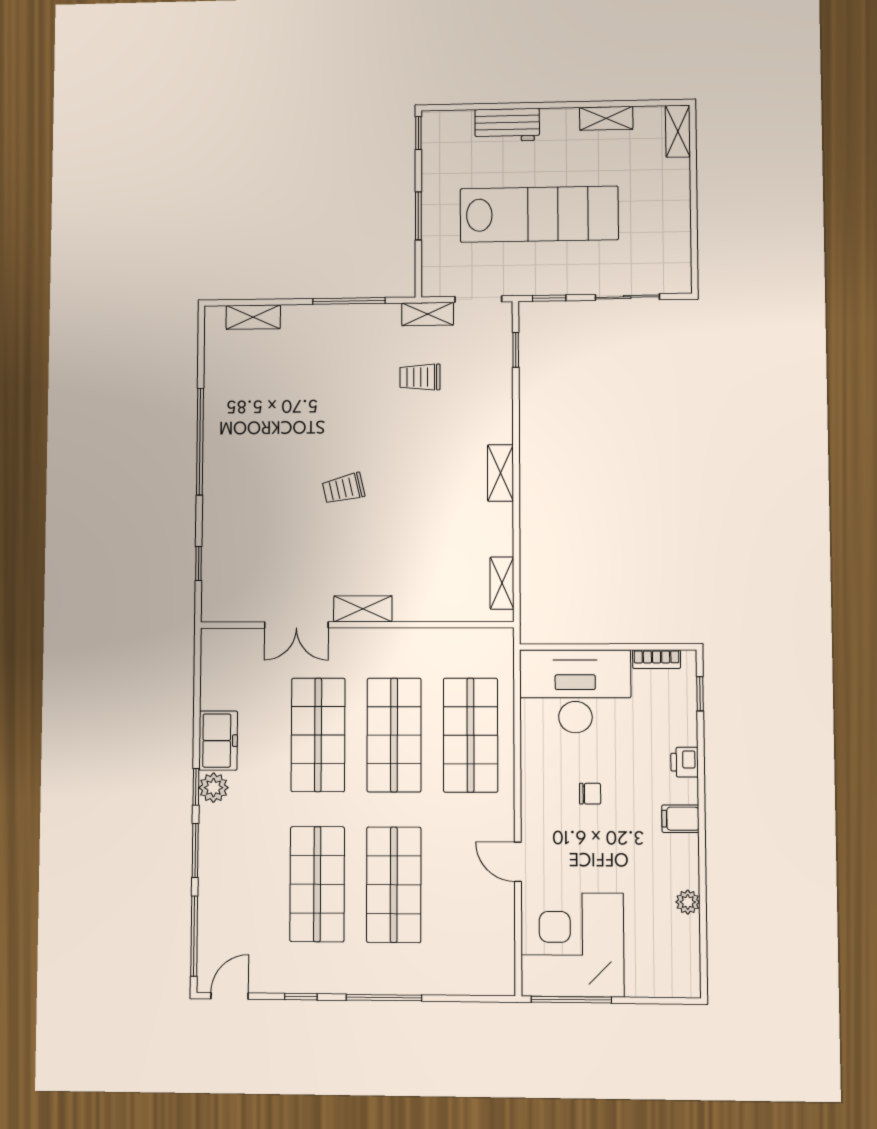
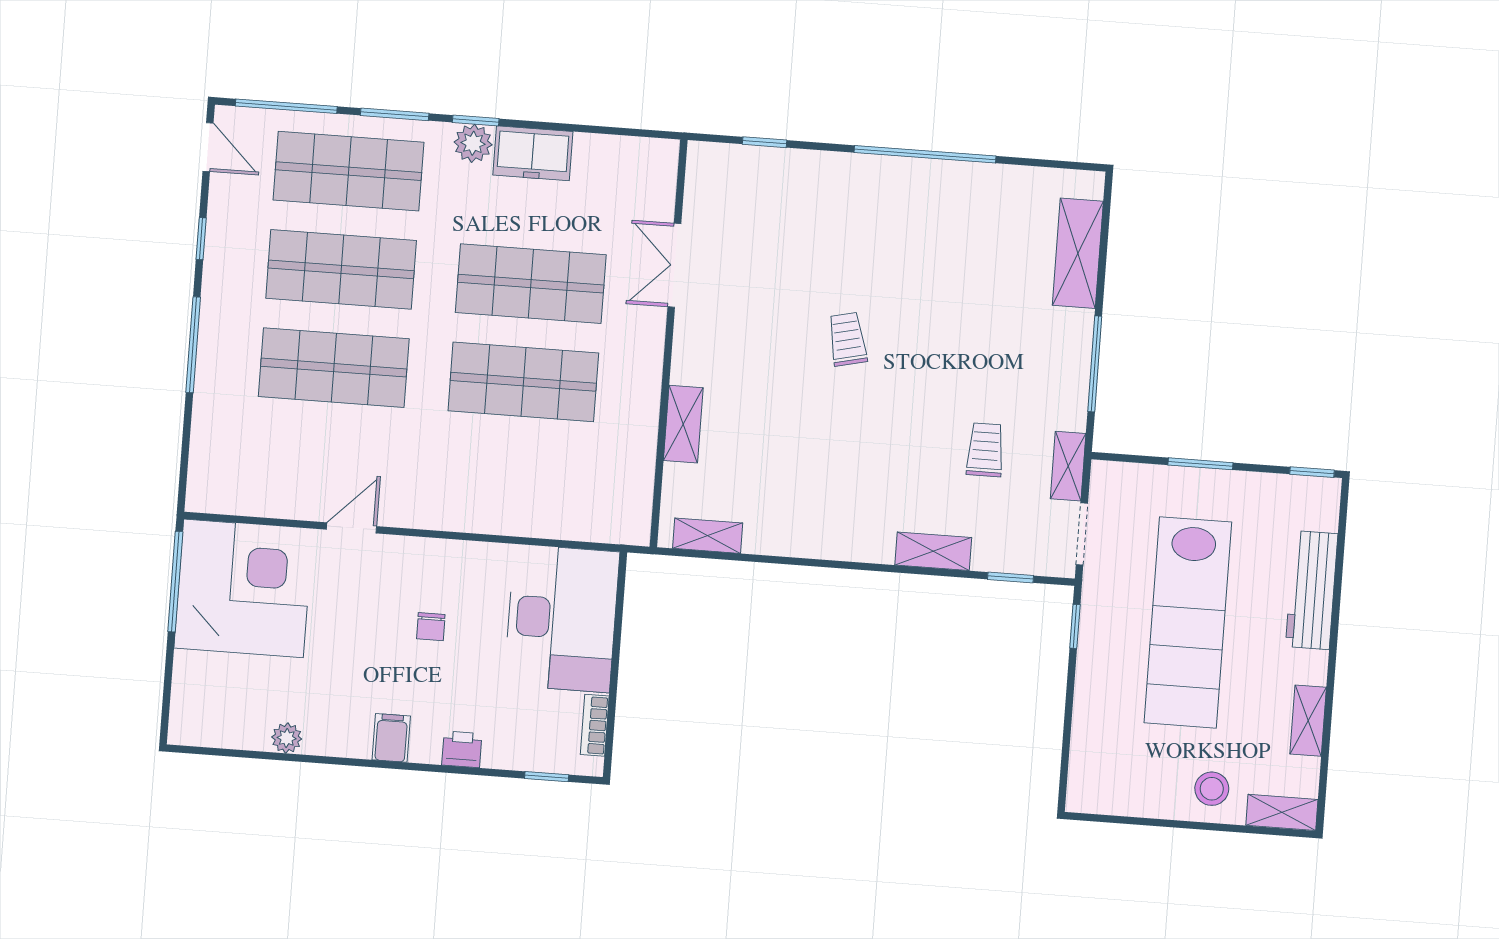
workbench: (507, 125) -> (1312, 590), width x1.38
stool: (664, 185) -> (1212, 789), added
sliding door: (627, 297) -> (1067, 728), removed
shelving: (253, 317) -> (1078, 253), width x1.50, depth x1.33
shelving: (500, 473) -> (933, 551), moved
shelving: (363, 609) -> (683, 424), moved
shop shelf: (470, 735) -> (348, 171), moved

